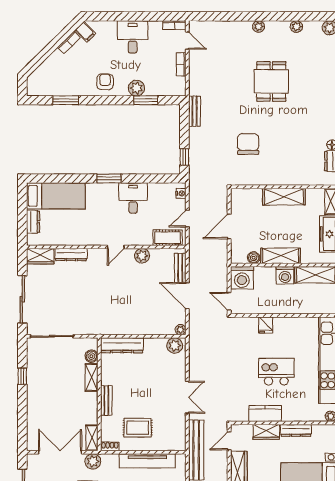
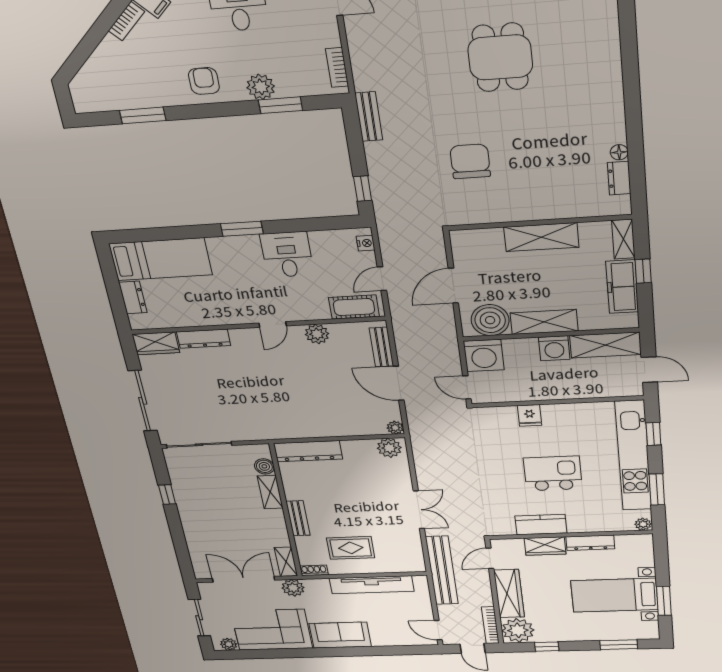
bookcase: (181, 64) -> (337, 67), moved
boiler: (254, 258) -> (490, 320), width x1.86, depth x1.86

